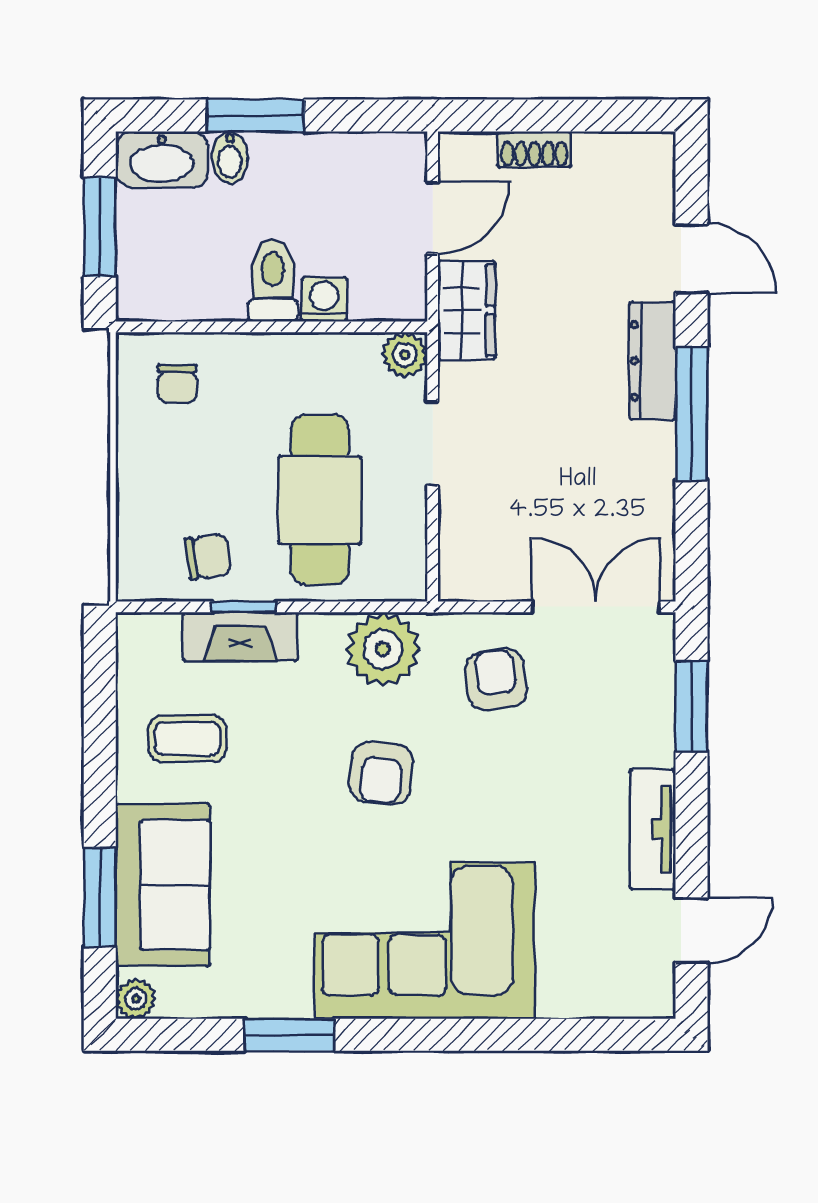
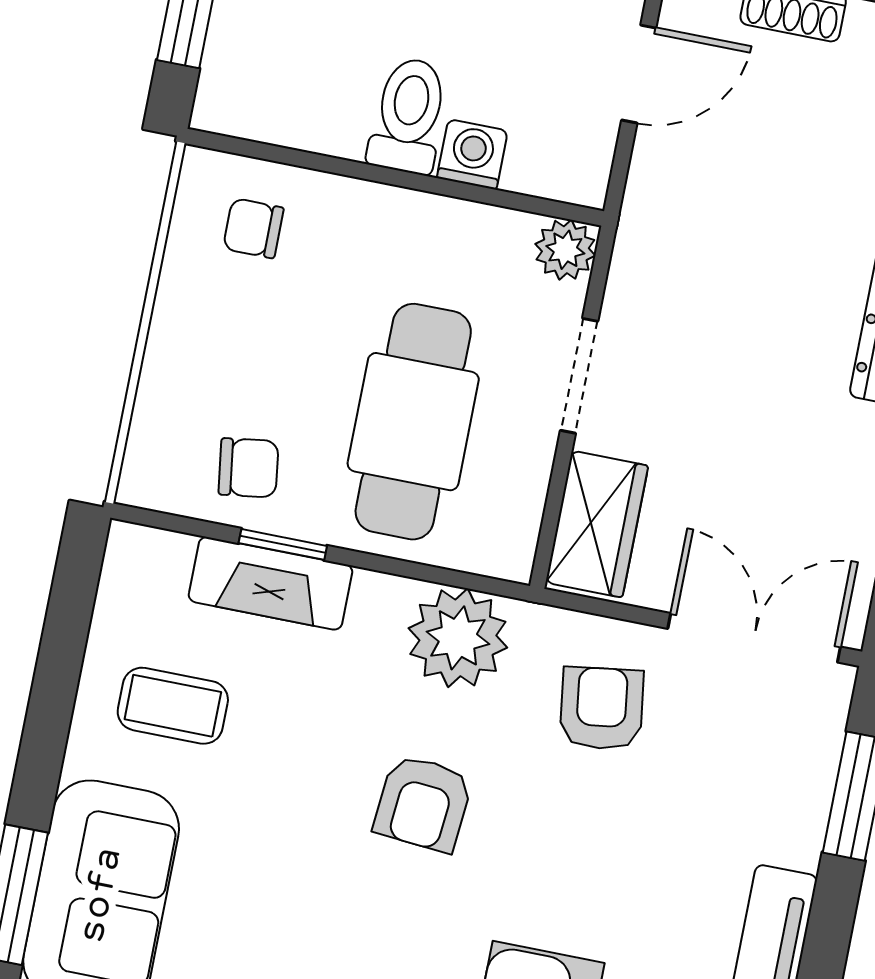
wardrobe: (467, 310) -> (597, 524), moved
chair: (177, 384) -> (253, 228), turned 90

